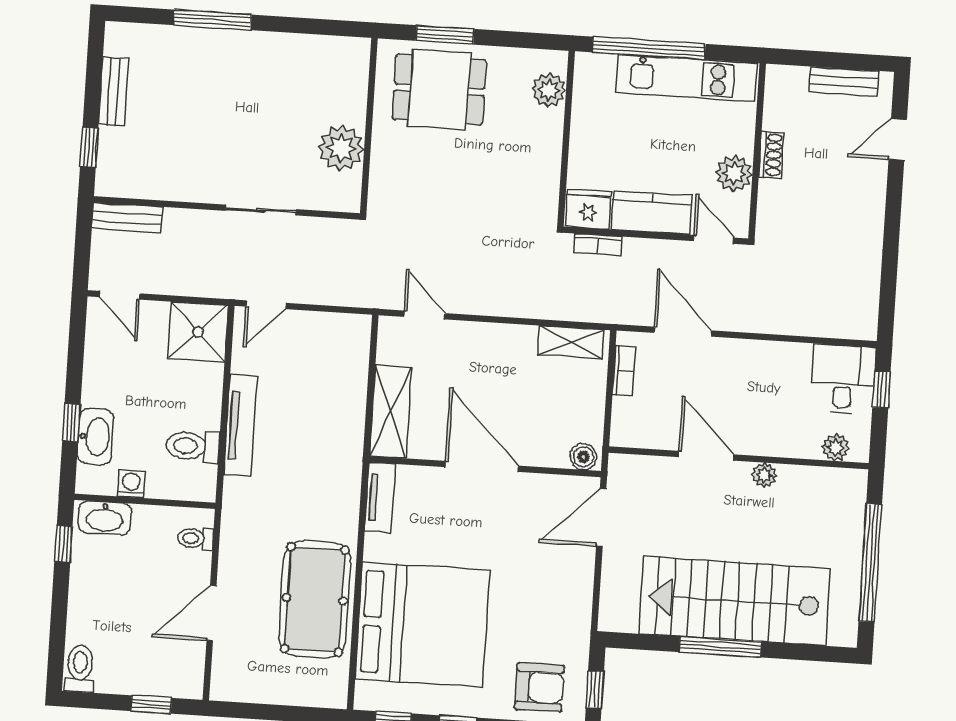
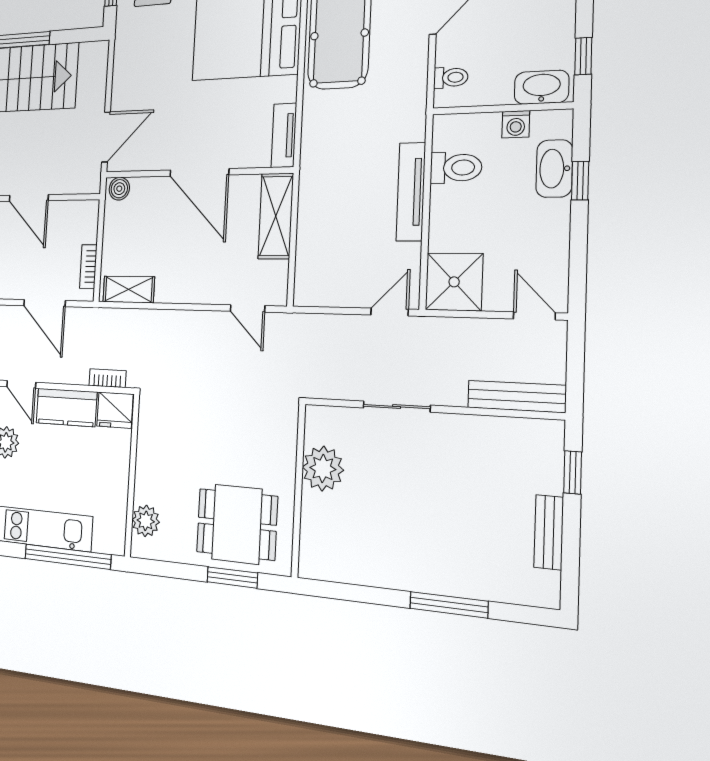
bench: (127, 218) -> (516, 396), width x1.36

